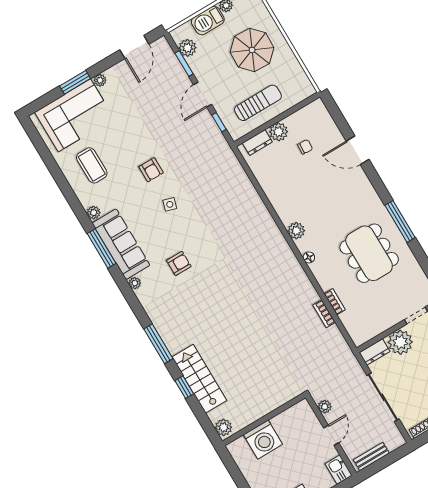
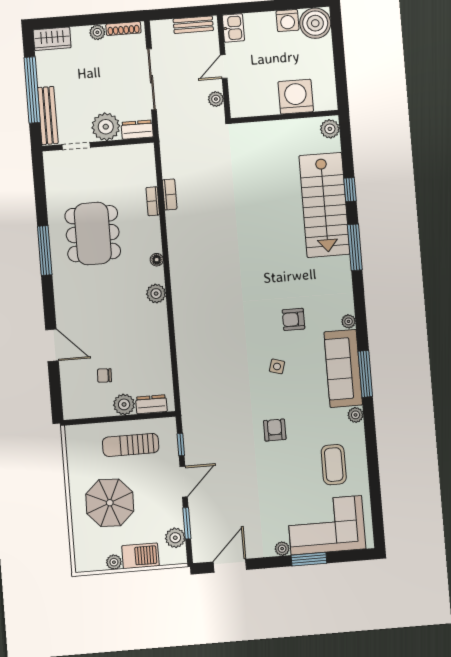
side table: (170, 204) -> (277, 366), moved
stairs: (199, 379) -> (324, 205), width x1.36, depth x1.51

